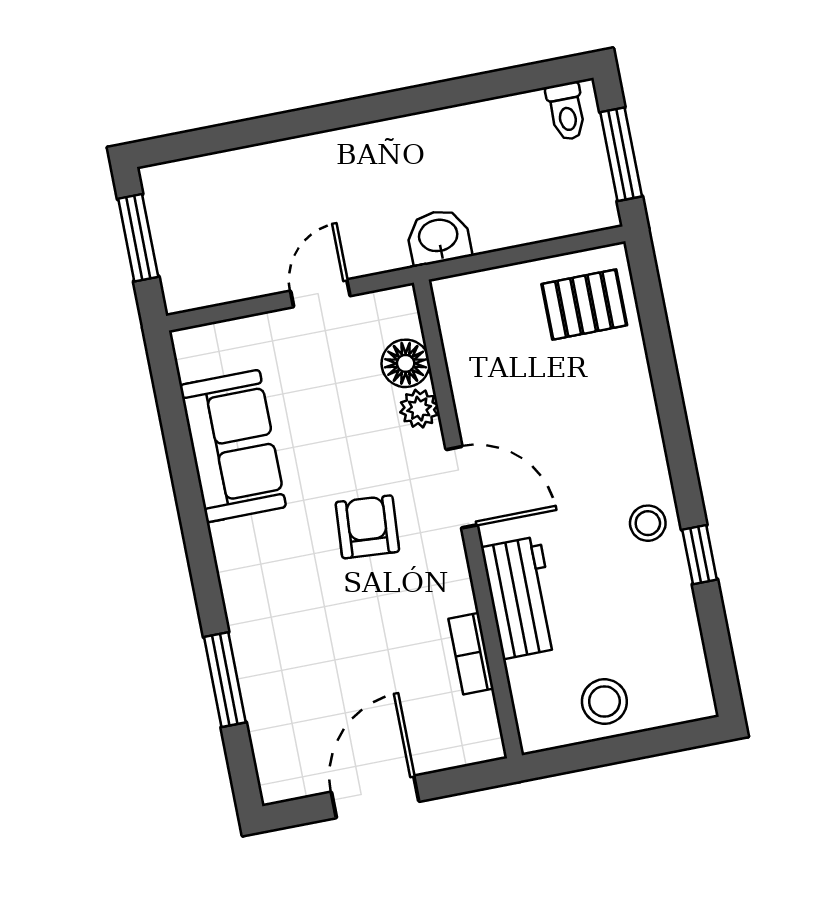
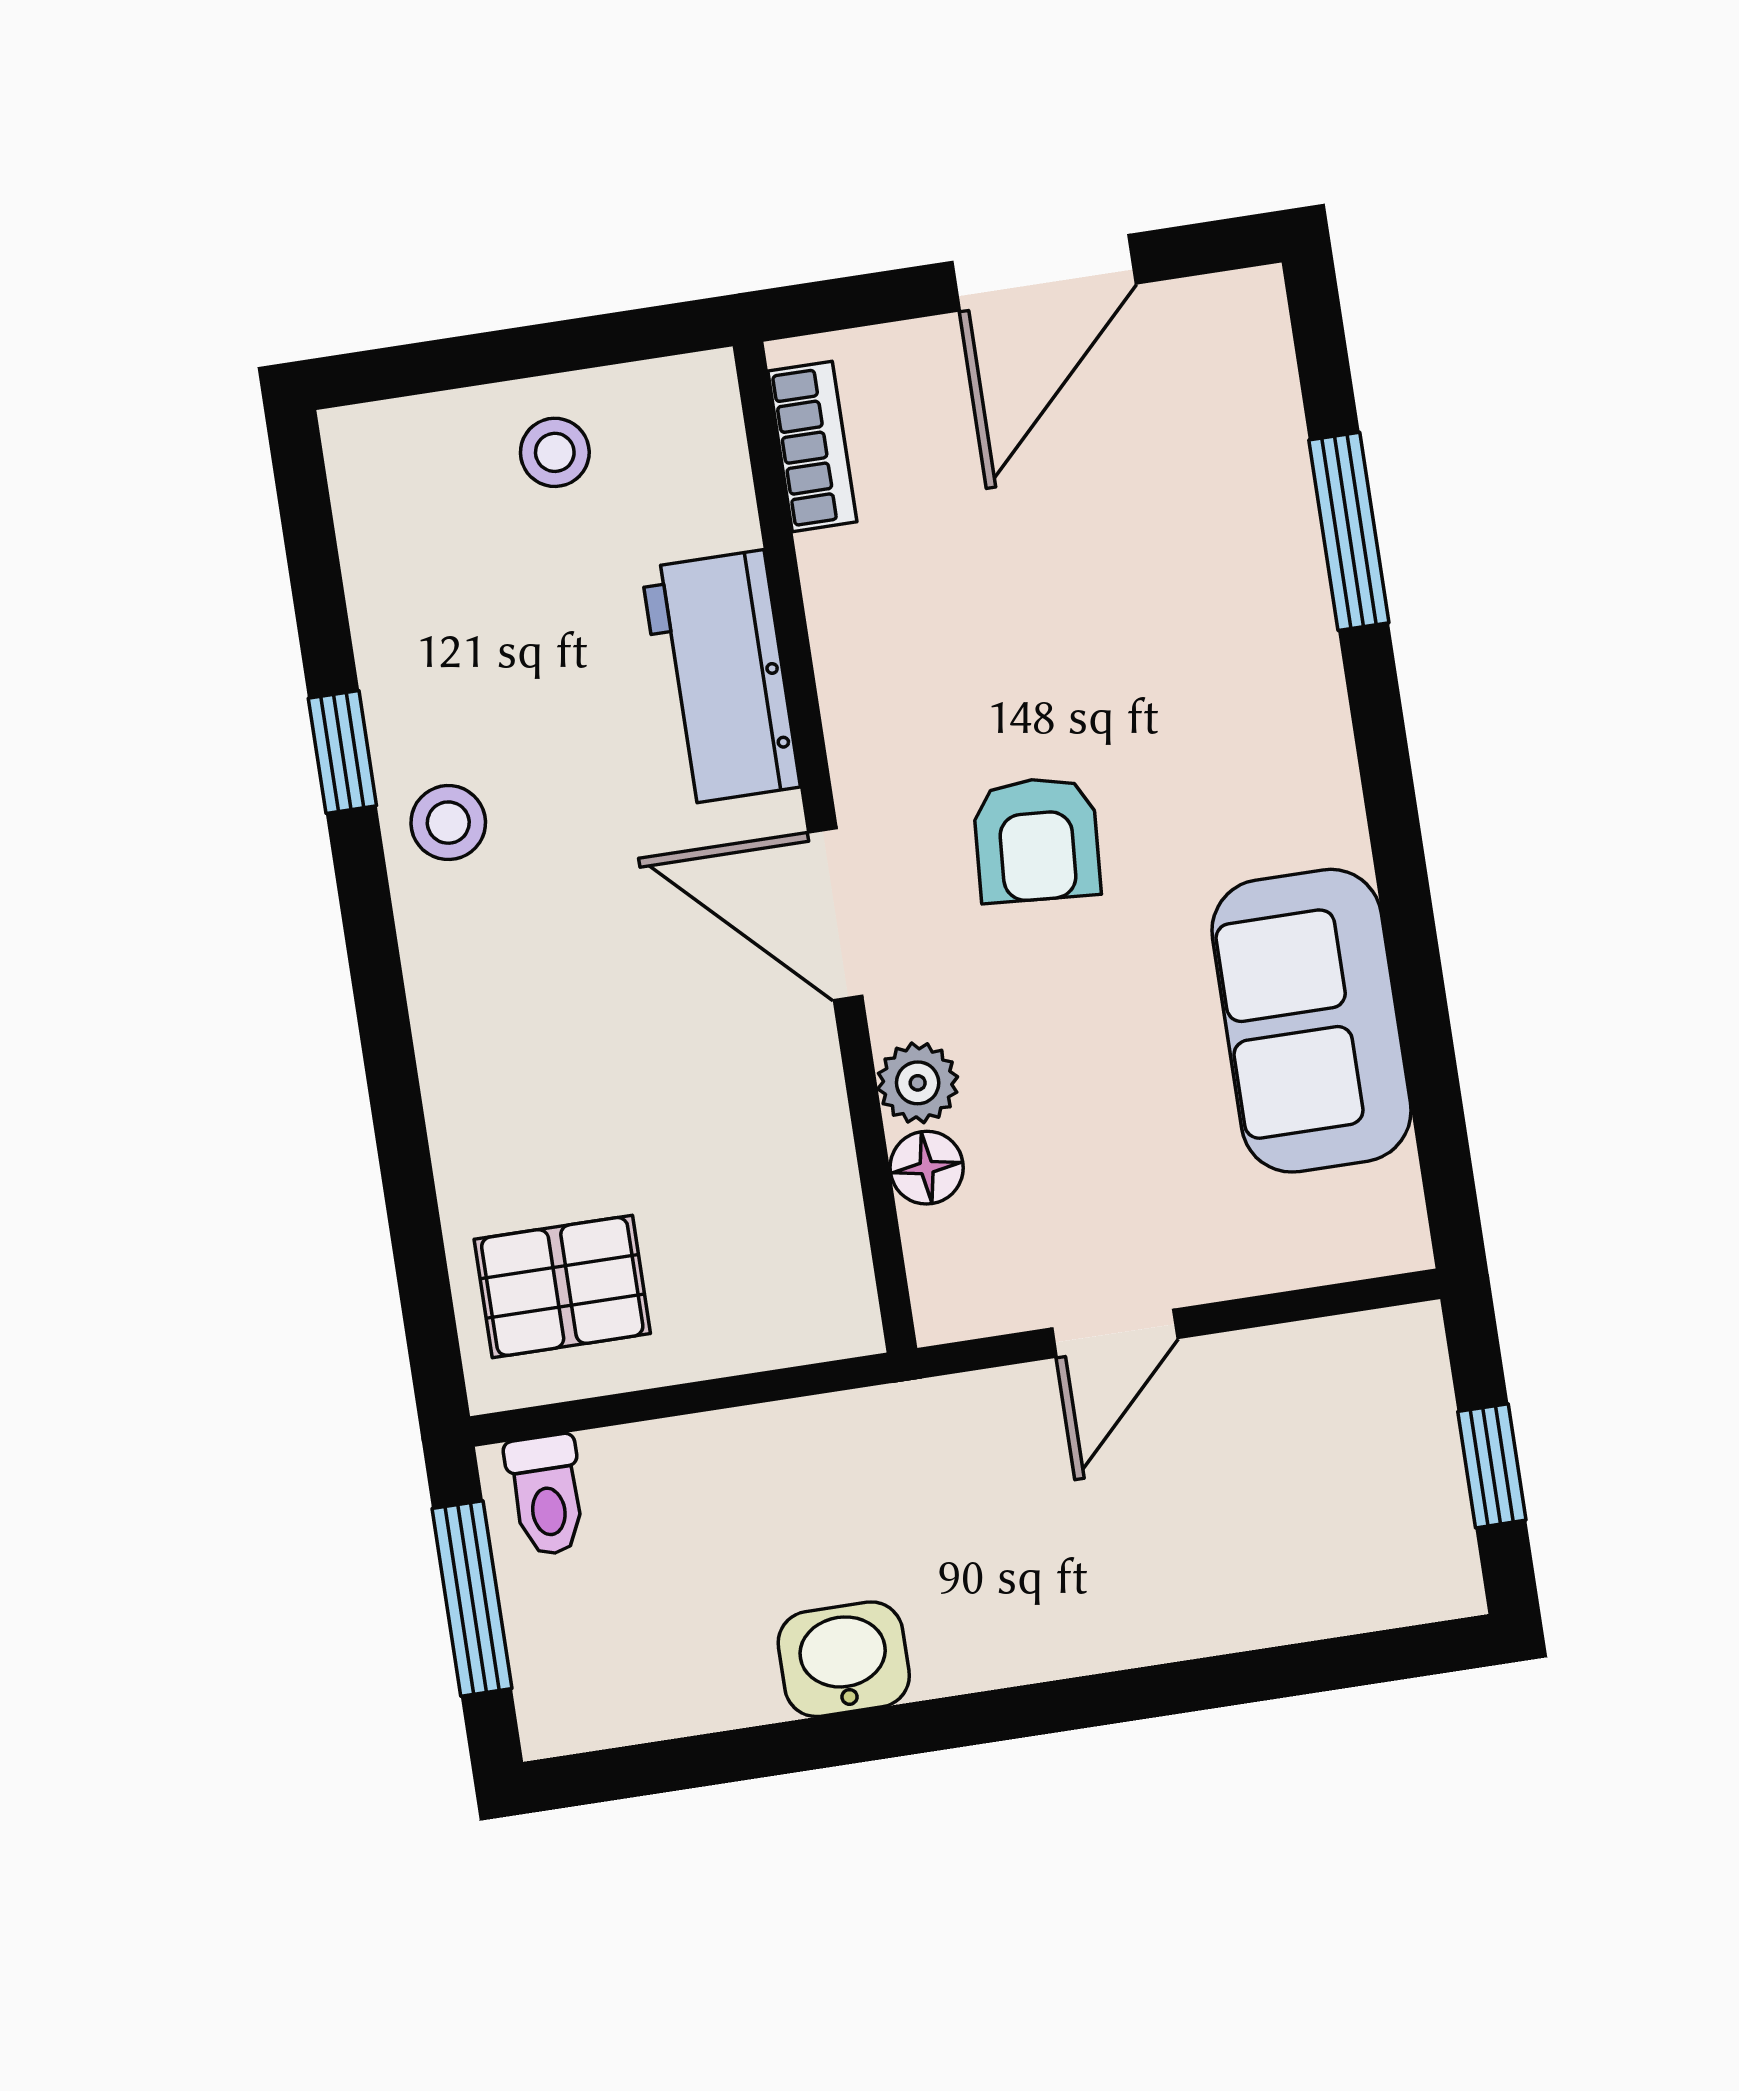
toilet: (566, 111) -> (546, 1495), moved, turned 180
washbasin: (438, 237) -> (844, 1659), moved, turned 180
window: (138, 238) -> (1492, 1466), width x0.67
floor lamp: (406, 363) -> (927, 1168), width x0.73, depth x0.73
bookcase: (471, 654) -> (812, 446), moved
stool: (604, 701) -> (555, 452), width x0.73, depth x0.73

